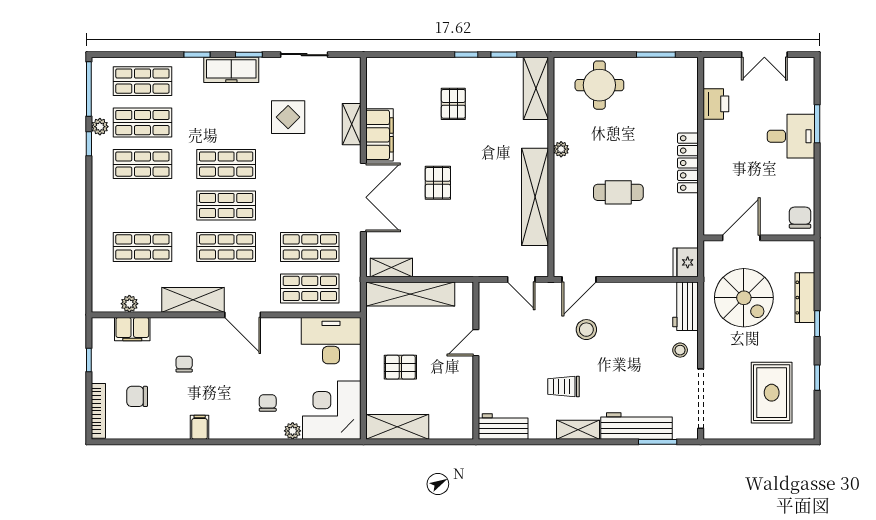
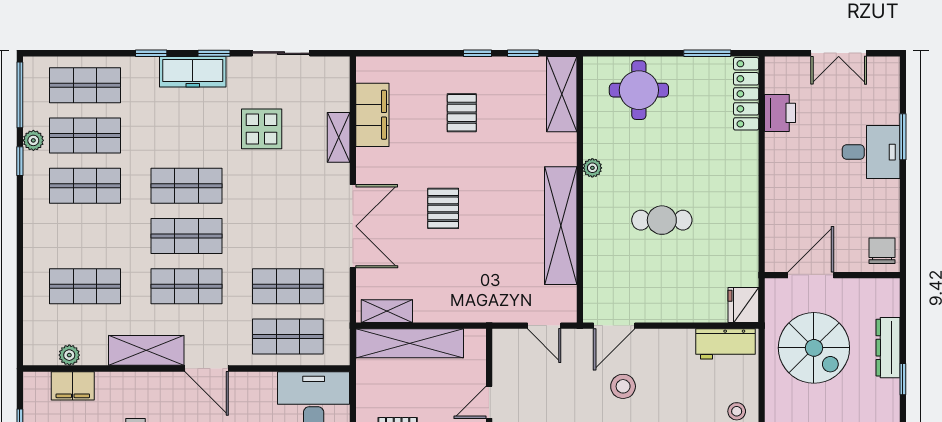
filing cabinet: (380, 135) -> (372, 115), moved
locker: (688, 163) -> (746, 94), moved
workbench: (686, 306) -> (725, 344), moved, turned -90

